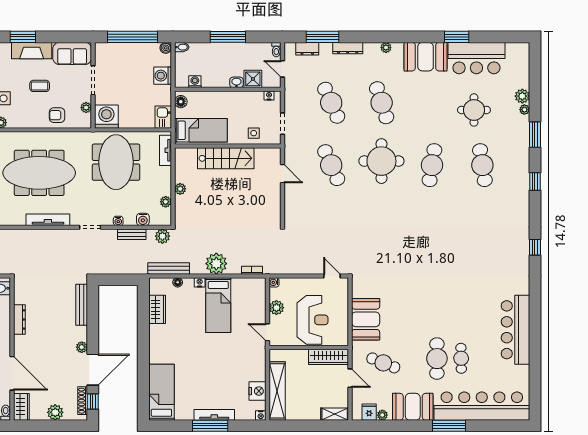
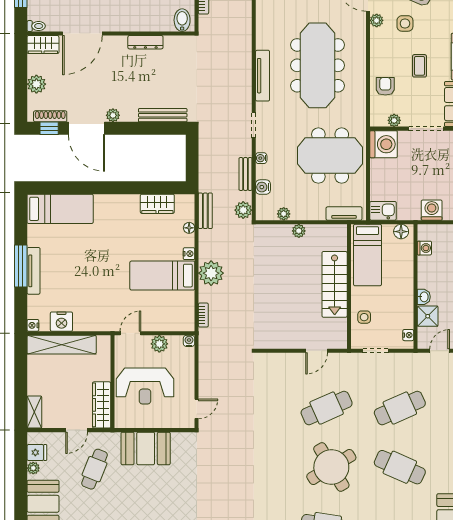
cafe table: (382, 103) -> (400, 467), turned 42
round table: (381, 161) -> (331, 467), turned -31
bench: (169, 268) -> (205, 211), width x0.73

